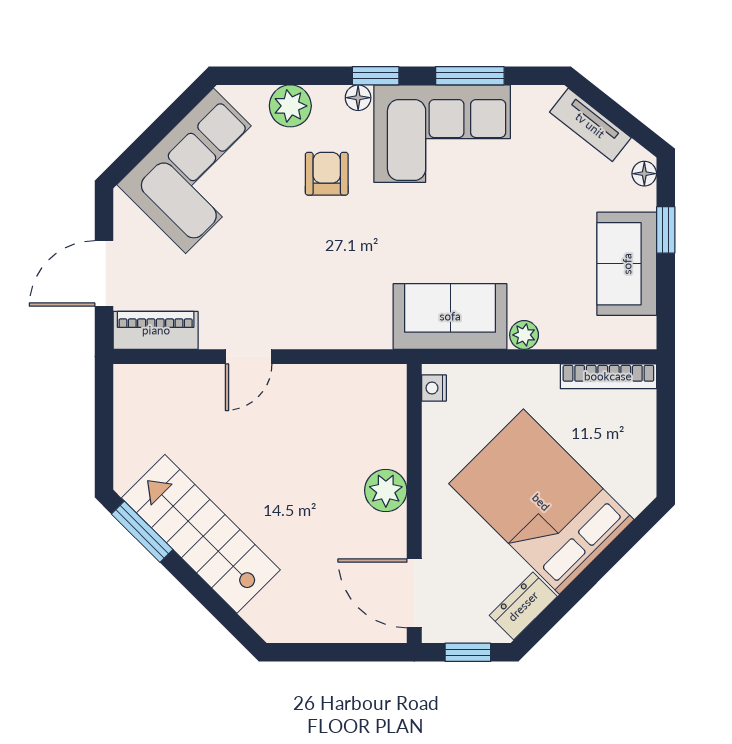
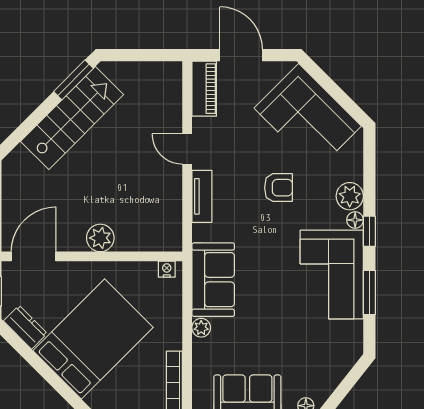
plant: (290, 106) -> (350, 196), moved
tv unit: (590, 125) -> (202, 196), moved, turned 142
armchair: (327, 174) -> (278, 188), moved

